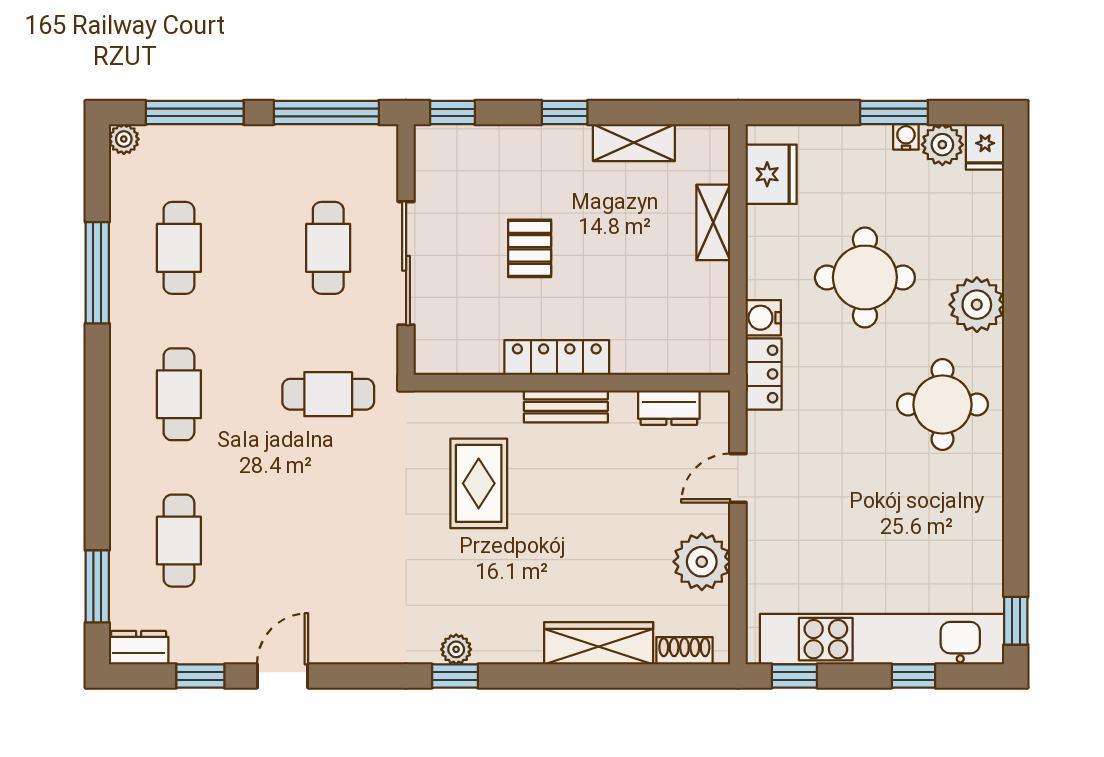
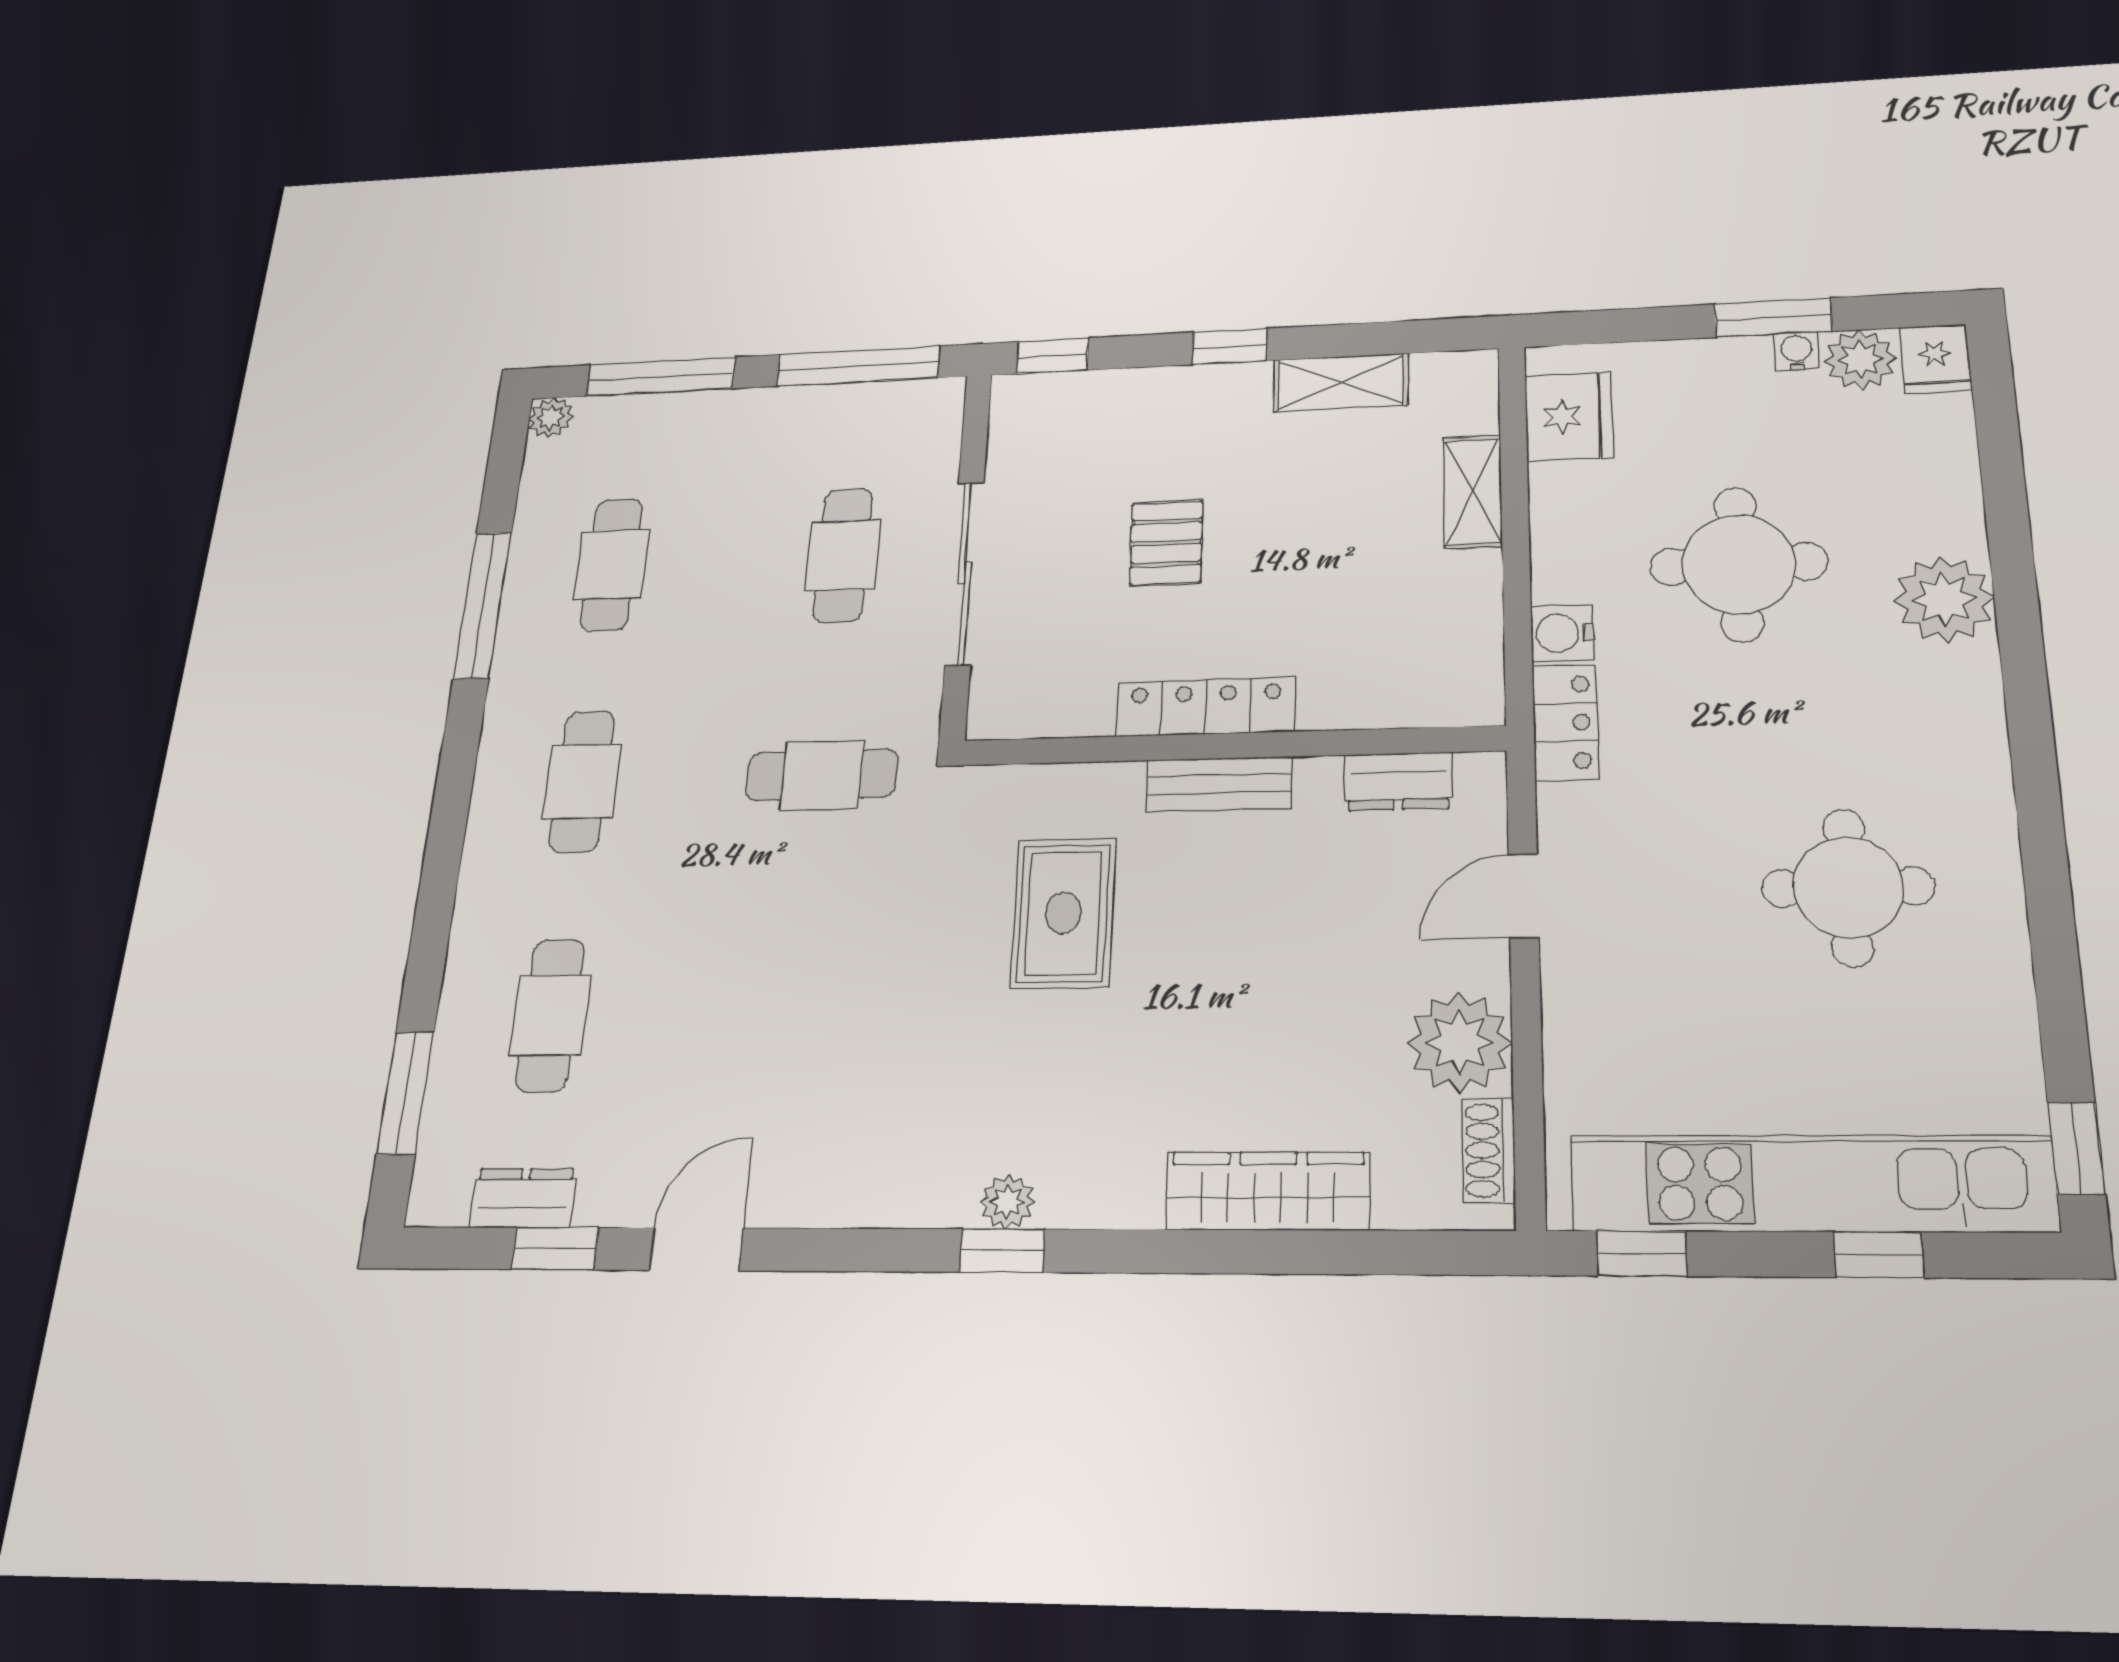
round table: (942, 404) -> (1848, 887), moved
dresser: (139, 648) -> (523, 1198), moved
shoe rack: (684, 651) -> (1489, 1150), moved, turned -90

